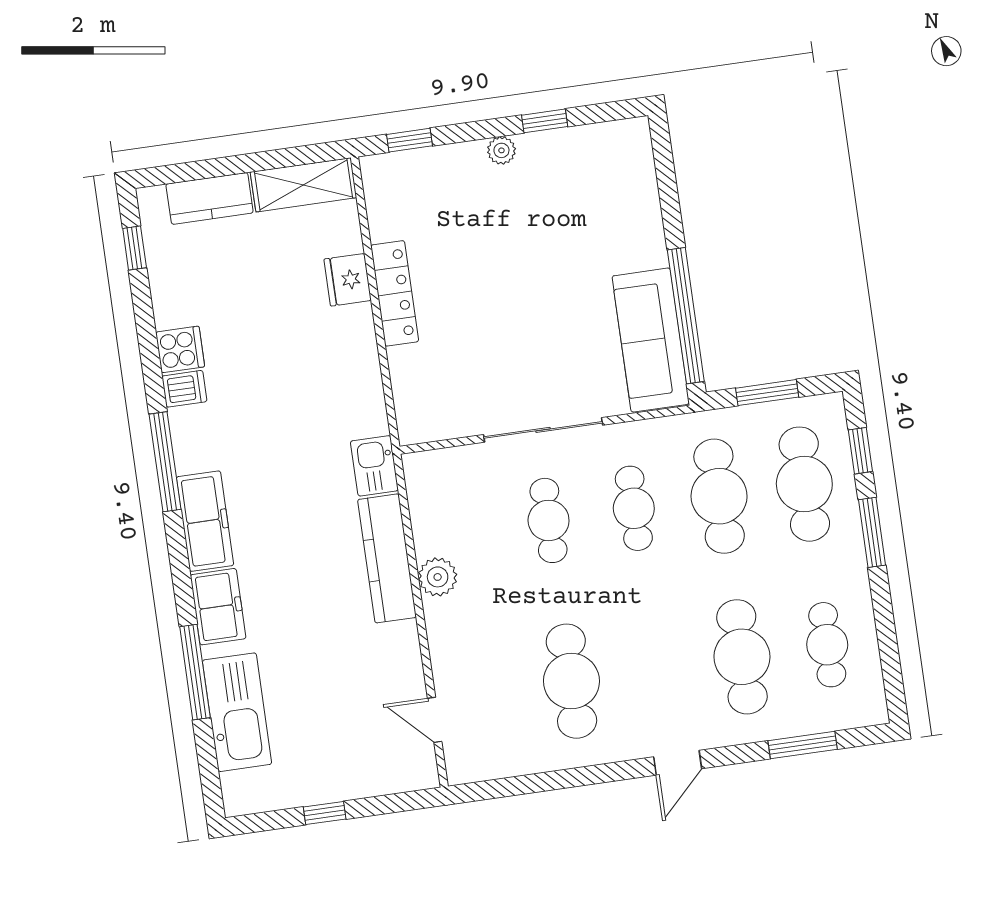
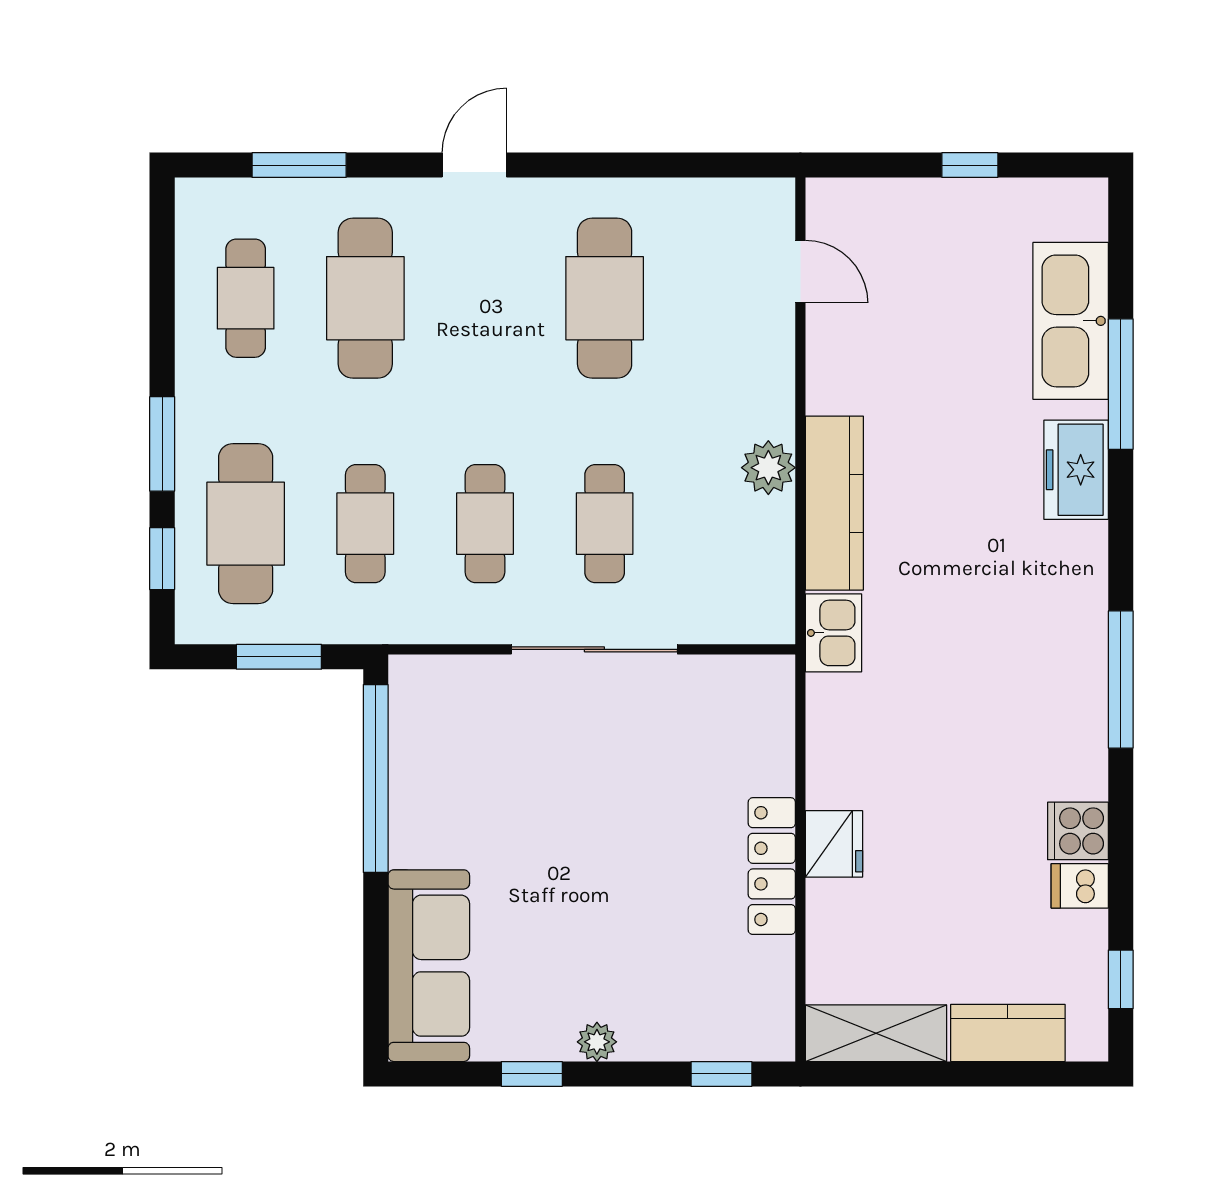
fridge: (348, 280) -> (834, 844), moved
sofa: (651, 340) -> (429, 966), moved
dishwasher: (184, 389) -> (1080, 886), moved
cafe table: (719, 496) -> (365, 524), width x0.73, depth x0.74
freezer: (205, 521) -> (1077, 590), removed

